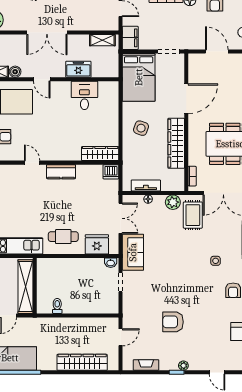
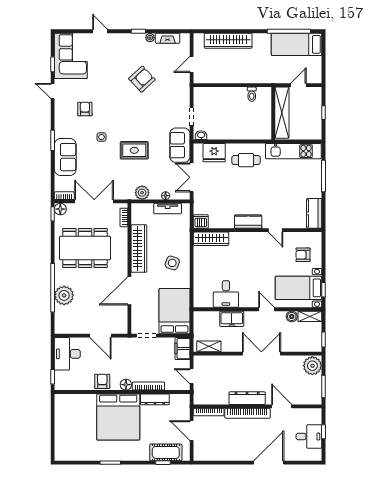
rug: (193, 215) -> (134, 150), moved, turned 90
armchair: (173, 322) -> (142, 79), turned -43
plant: (183, 366) -> (150, 38), moved

